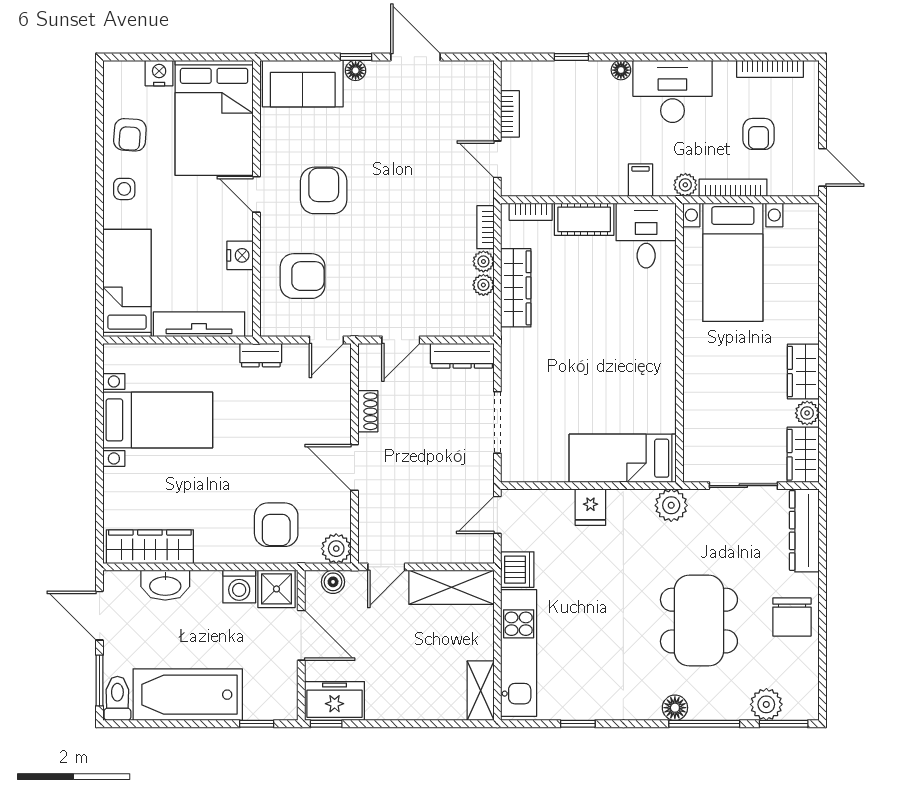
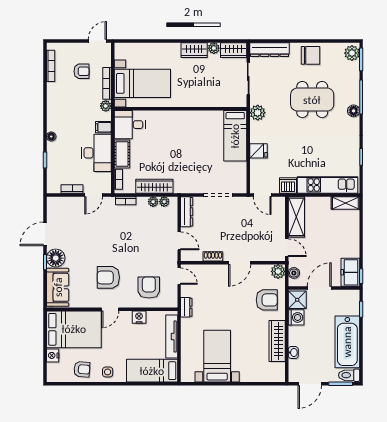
floor lamp: (356, 70) -> (56, 258), width x1.89, depth x1.89
desk: (672, 91) -> (96, 153), moved, turned 180
plant: (483, 261) -> (164, 202), moved
wardrobe: (150, 547) -> (277, 341), moved
washbasin: (165, 585) -> (293, 353), width x0.52, depth x0.69
plant: (766, 704) -> (352, 53), moved

